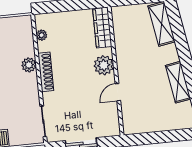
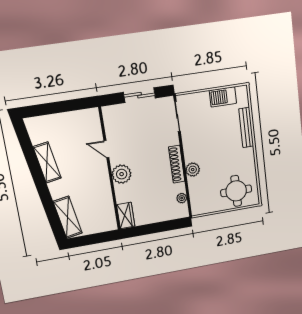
wardrobe: (102, 28) -> (126, 215), width x0.67
door: (118, 92) -> (106, 149), swing flipped

